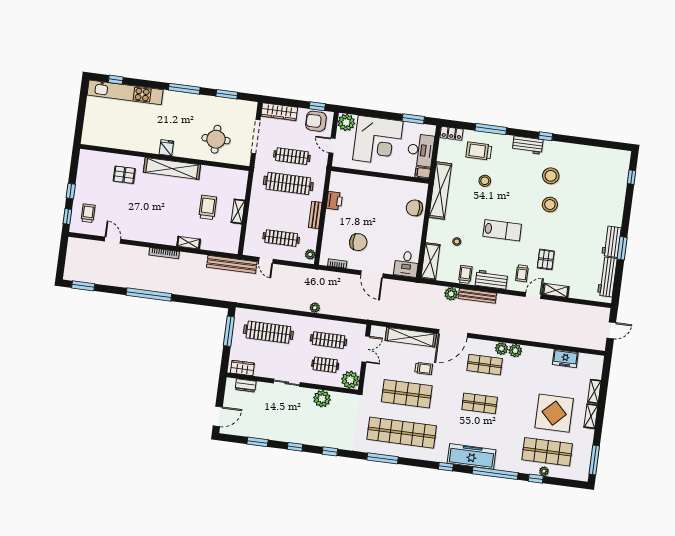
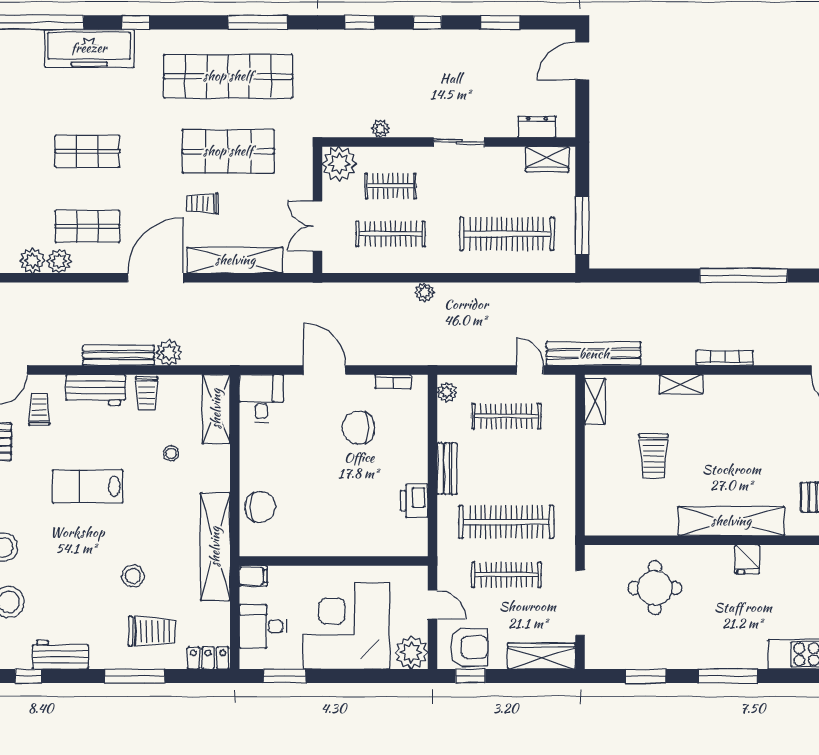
desk: (421, 150) -> (263, 626), width x0.73
shelving: (238, 211) -> (595, 401), moved
plant: (322, 399) -> (381, 129), width x0.53, depth x0.53

